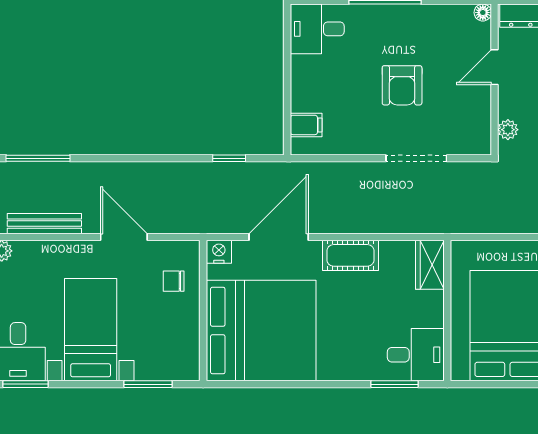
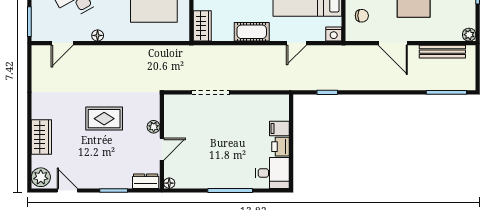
printer: (304, 71) -> (281, 147), added
armchair: (402, 85) -> (220, 138), removed
filing cabinet: (306, 125) -> (279, 129), moved
plant: (508, 130) -> (154, 127), moved
door: (279, 237) -> (296, 43), width x0.53

